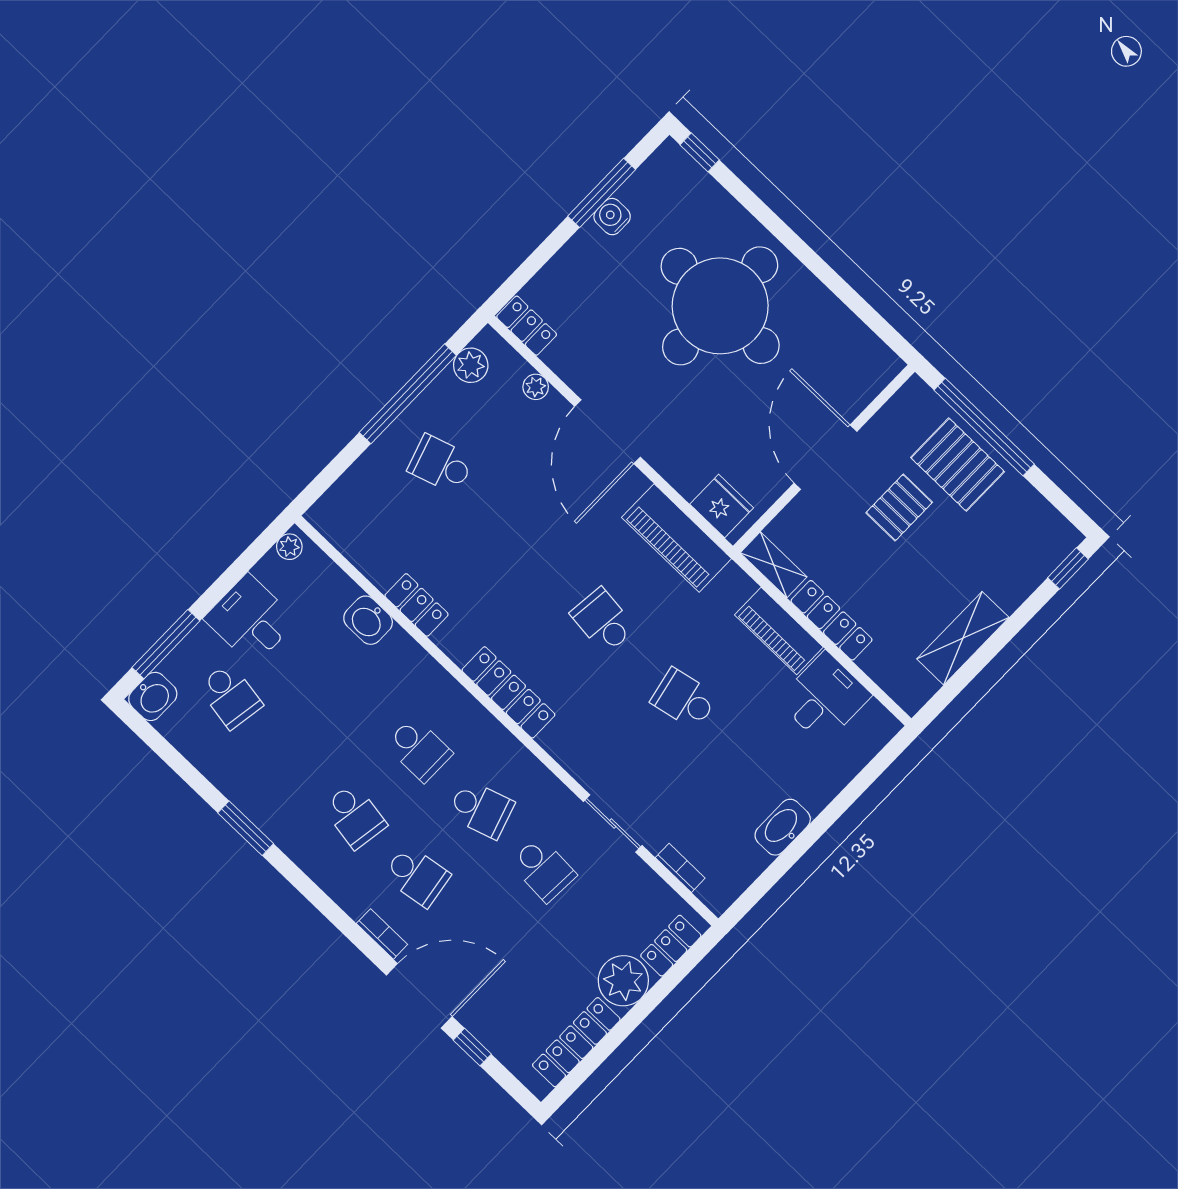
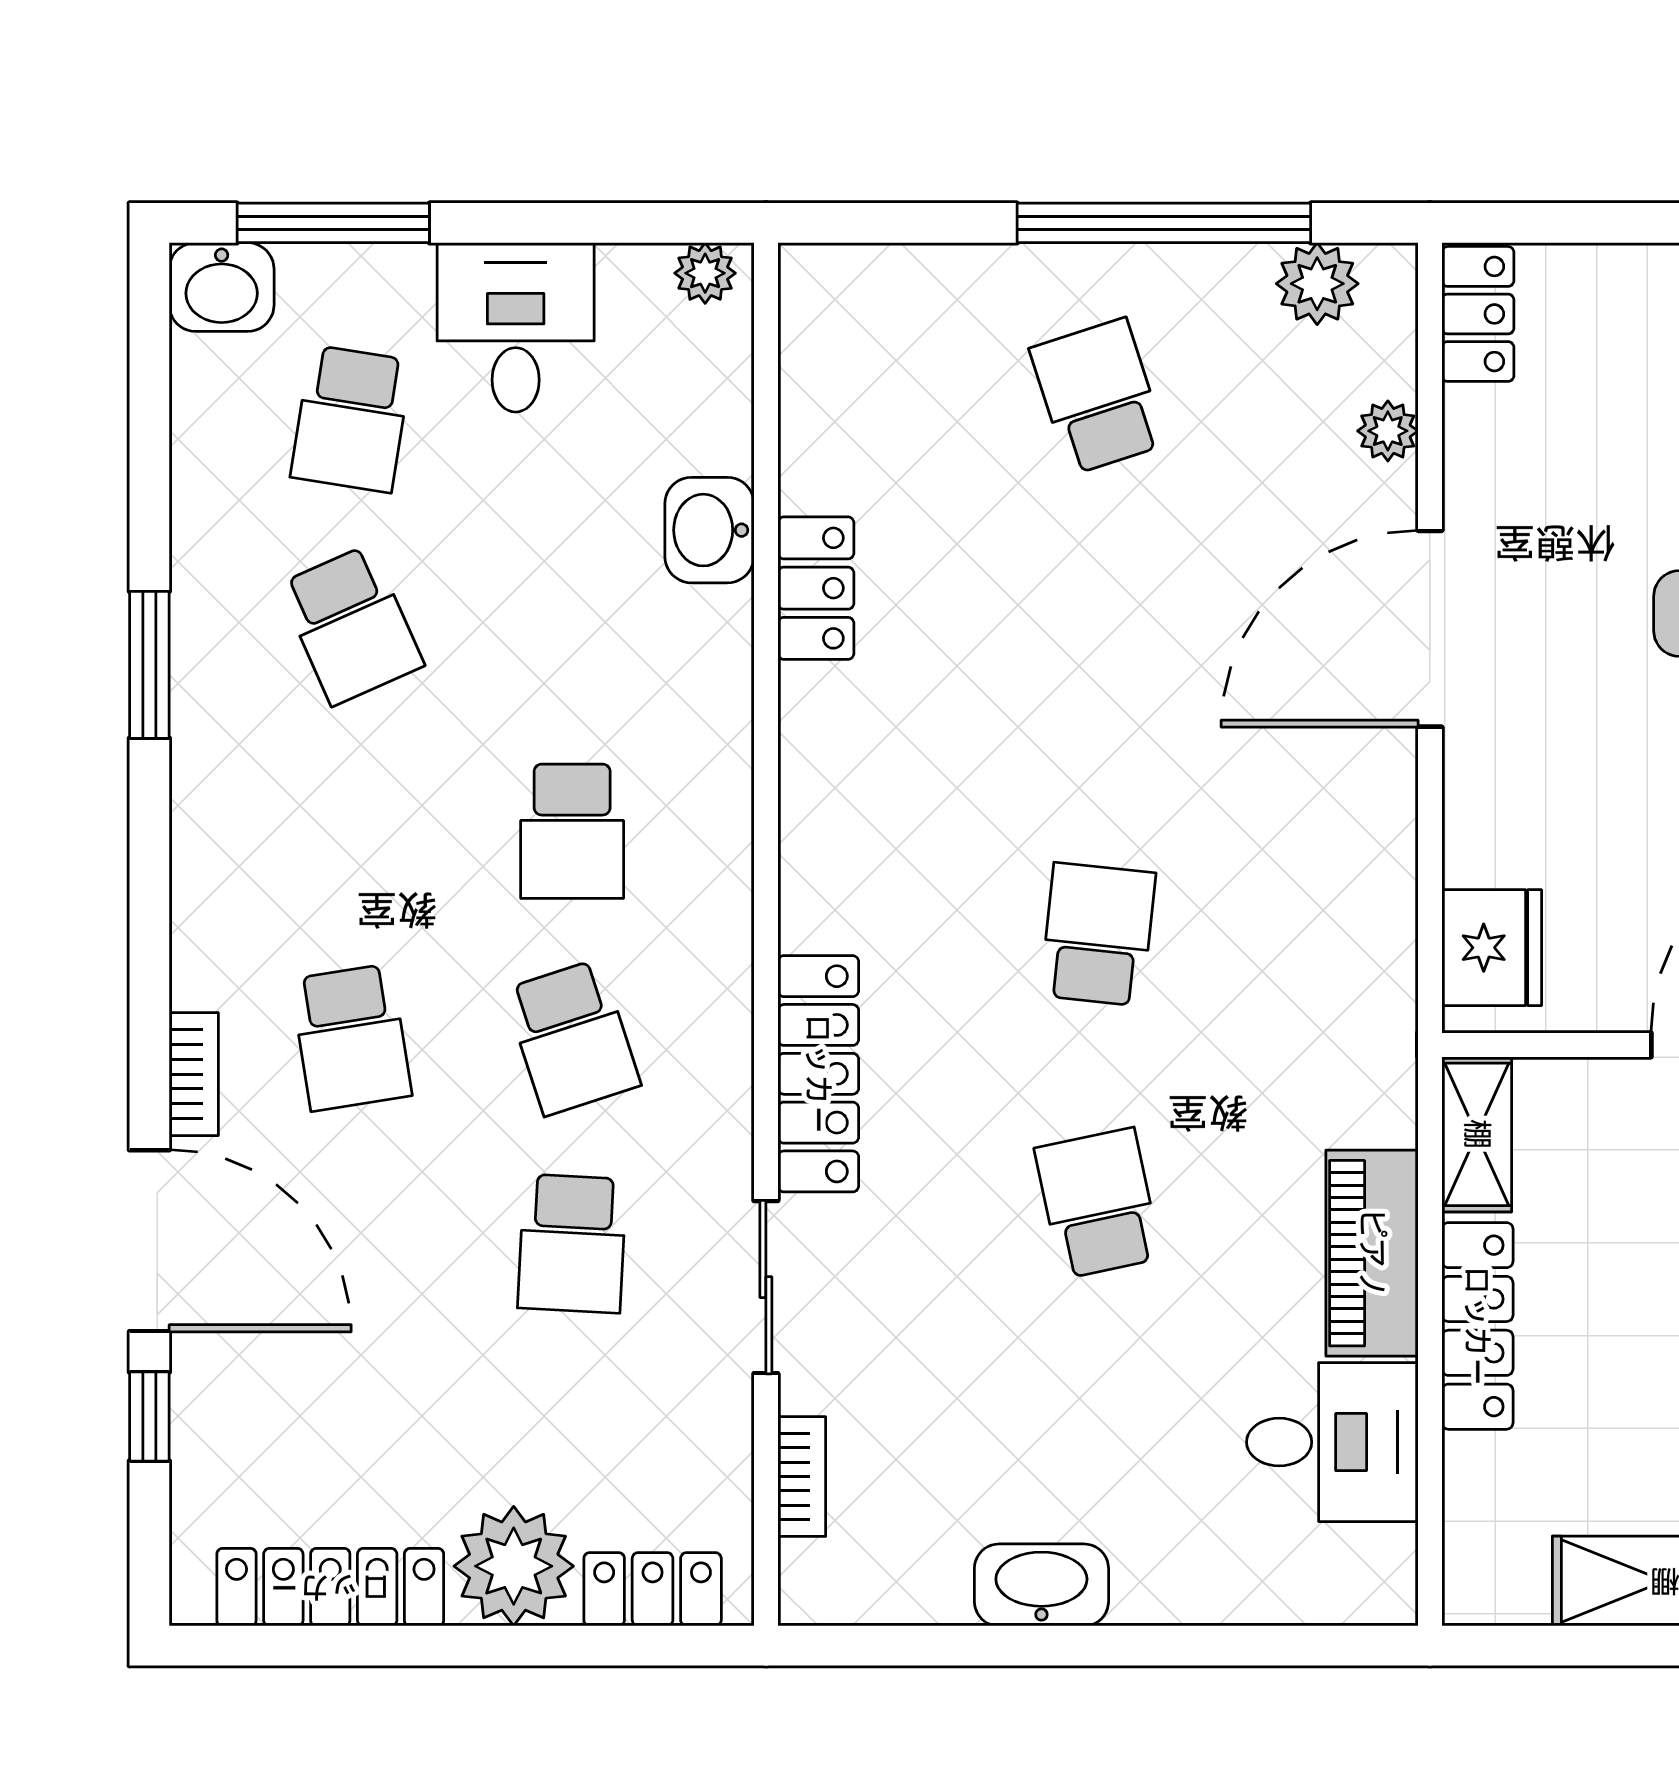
piano: (677, 538) -> (1362, 923), removed
locker: (508, 692) -> (818, 1074), moved
school desk: (355, 816) -> (351, 625), moved, turned -33

